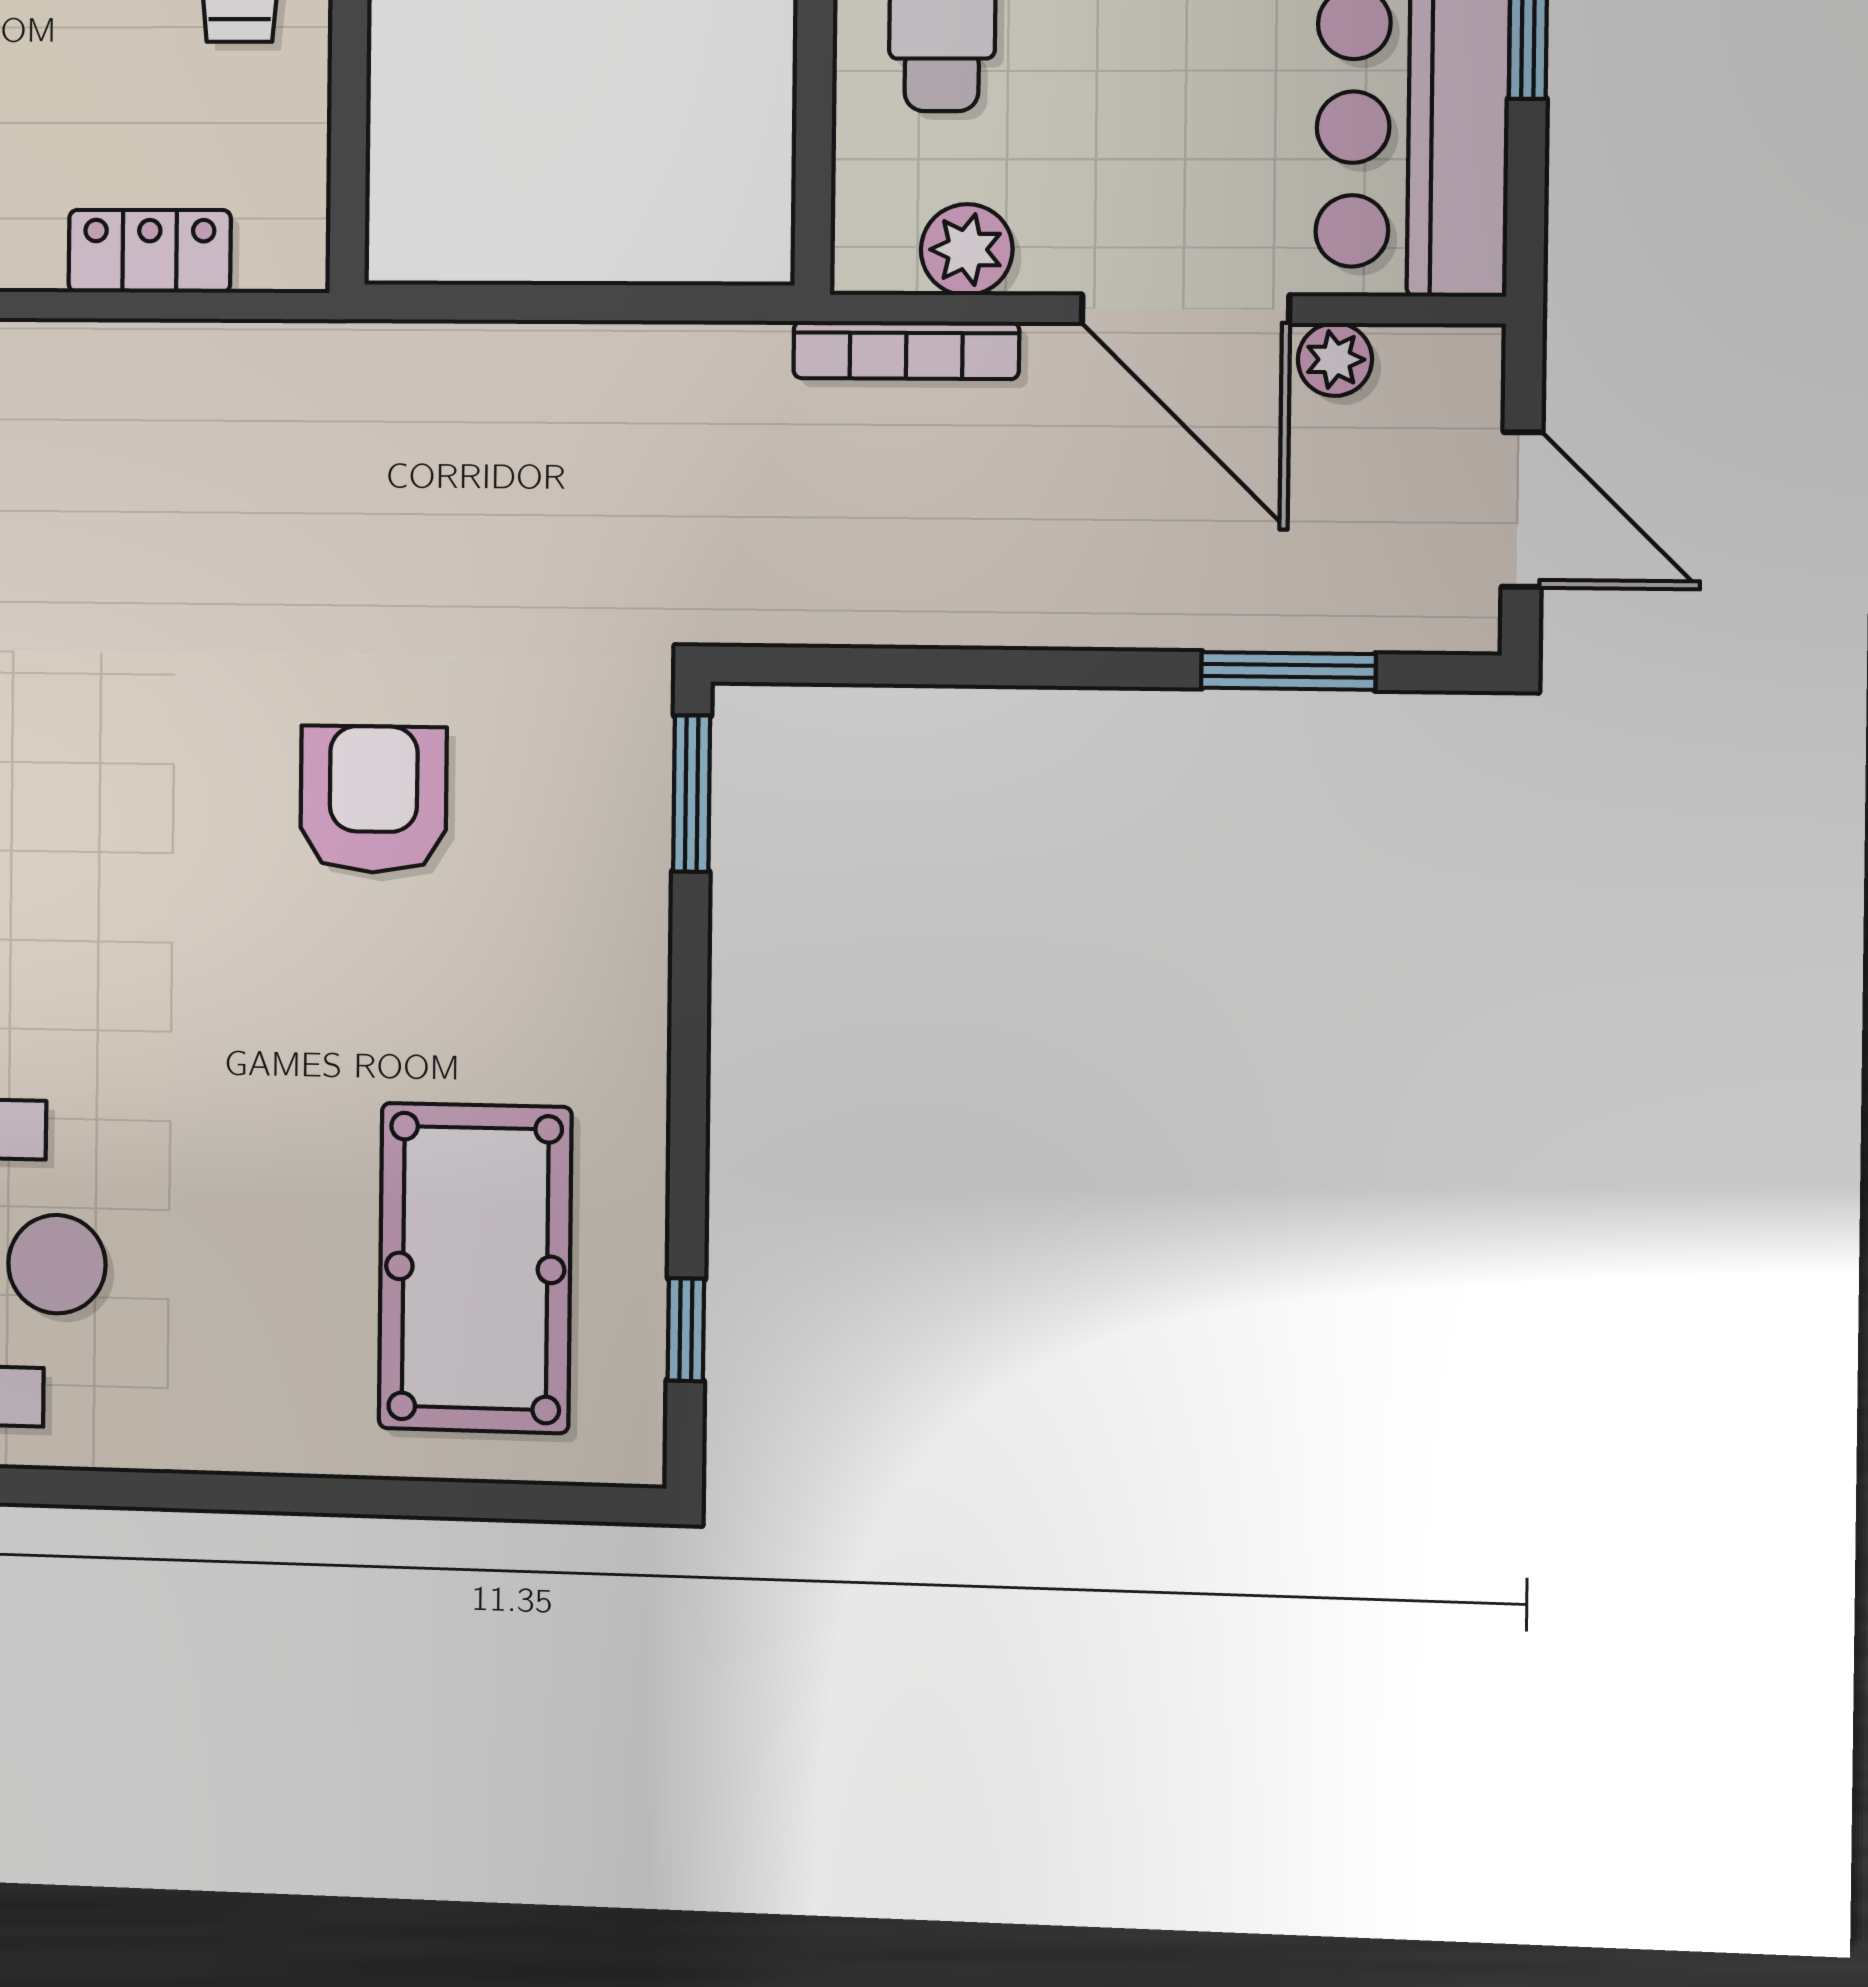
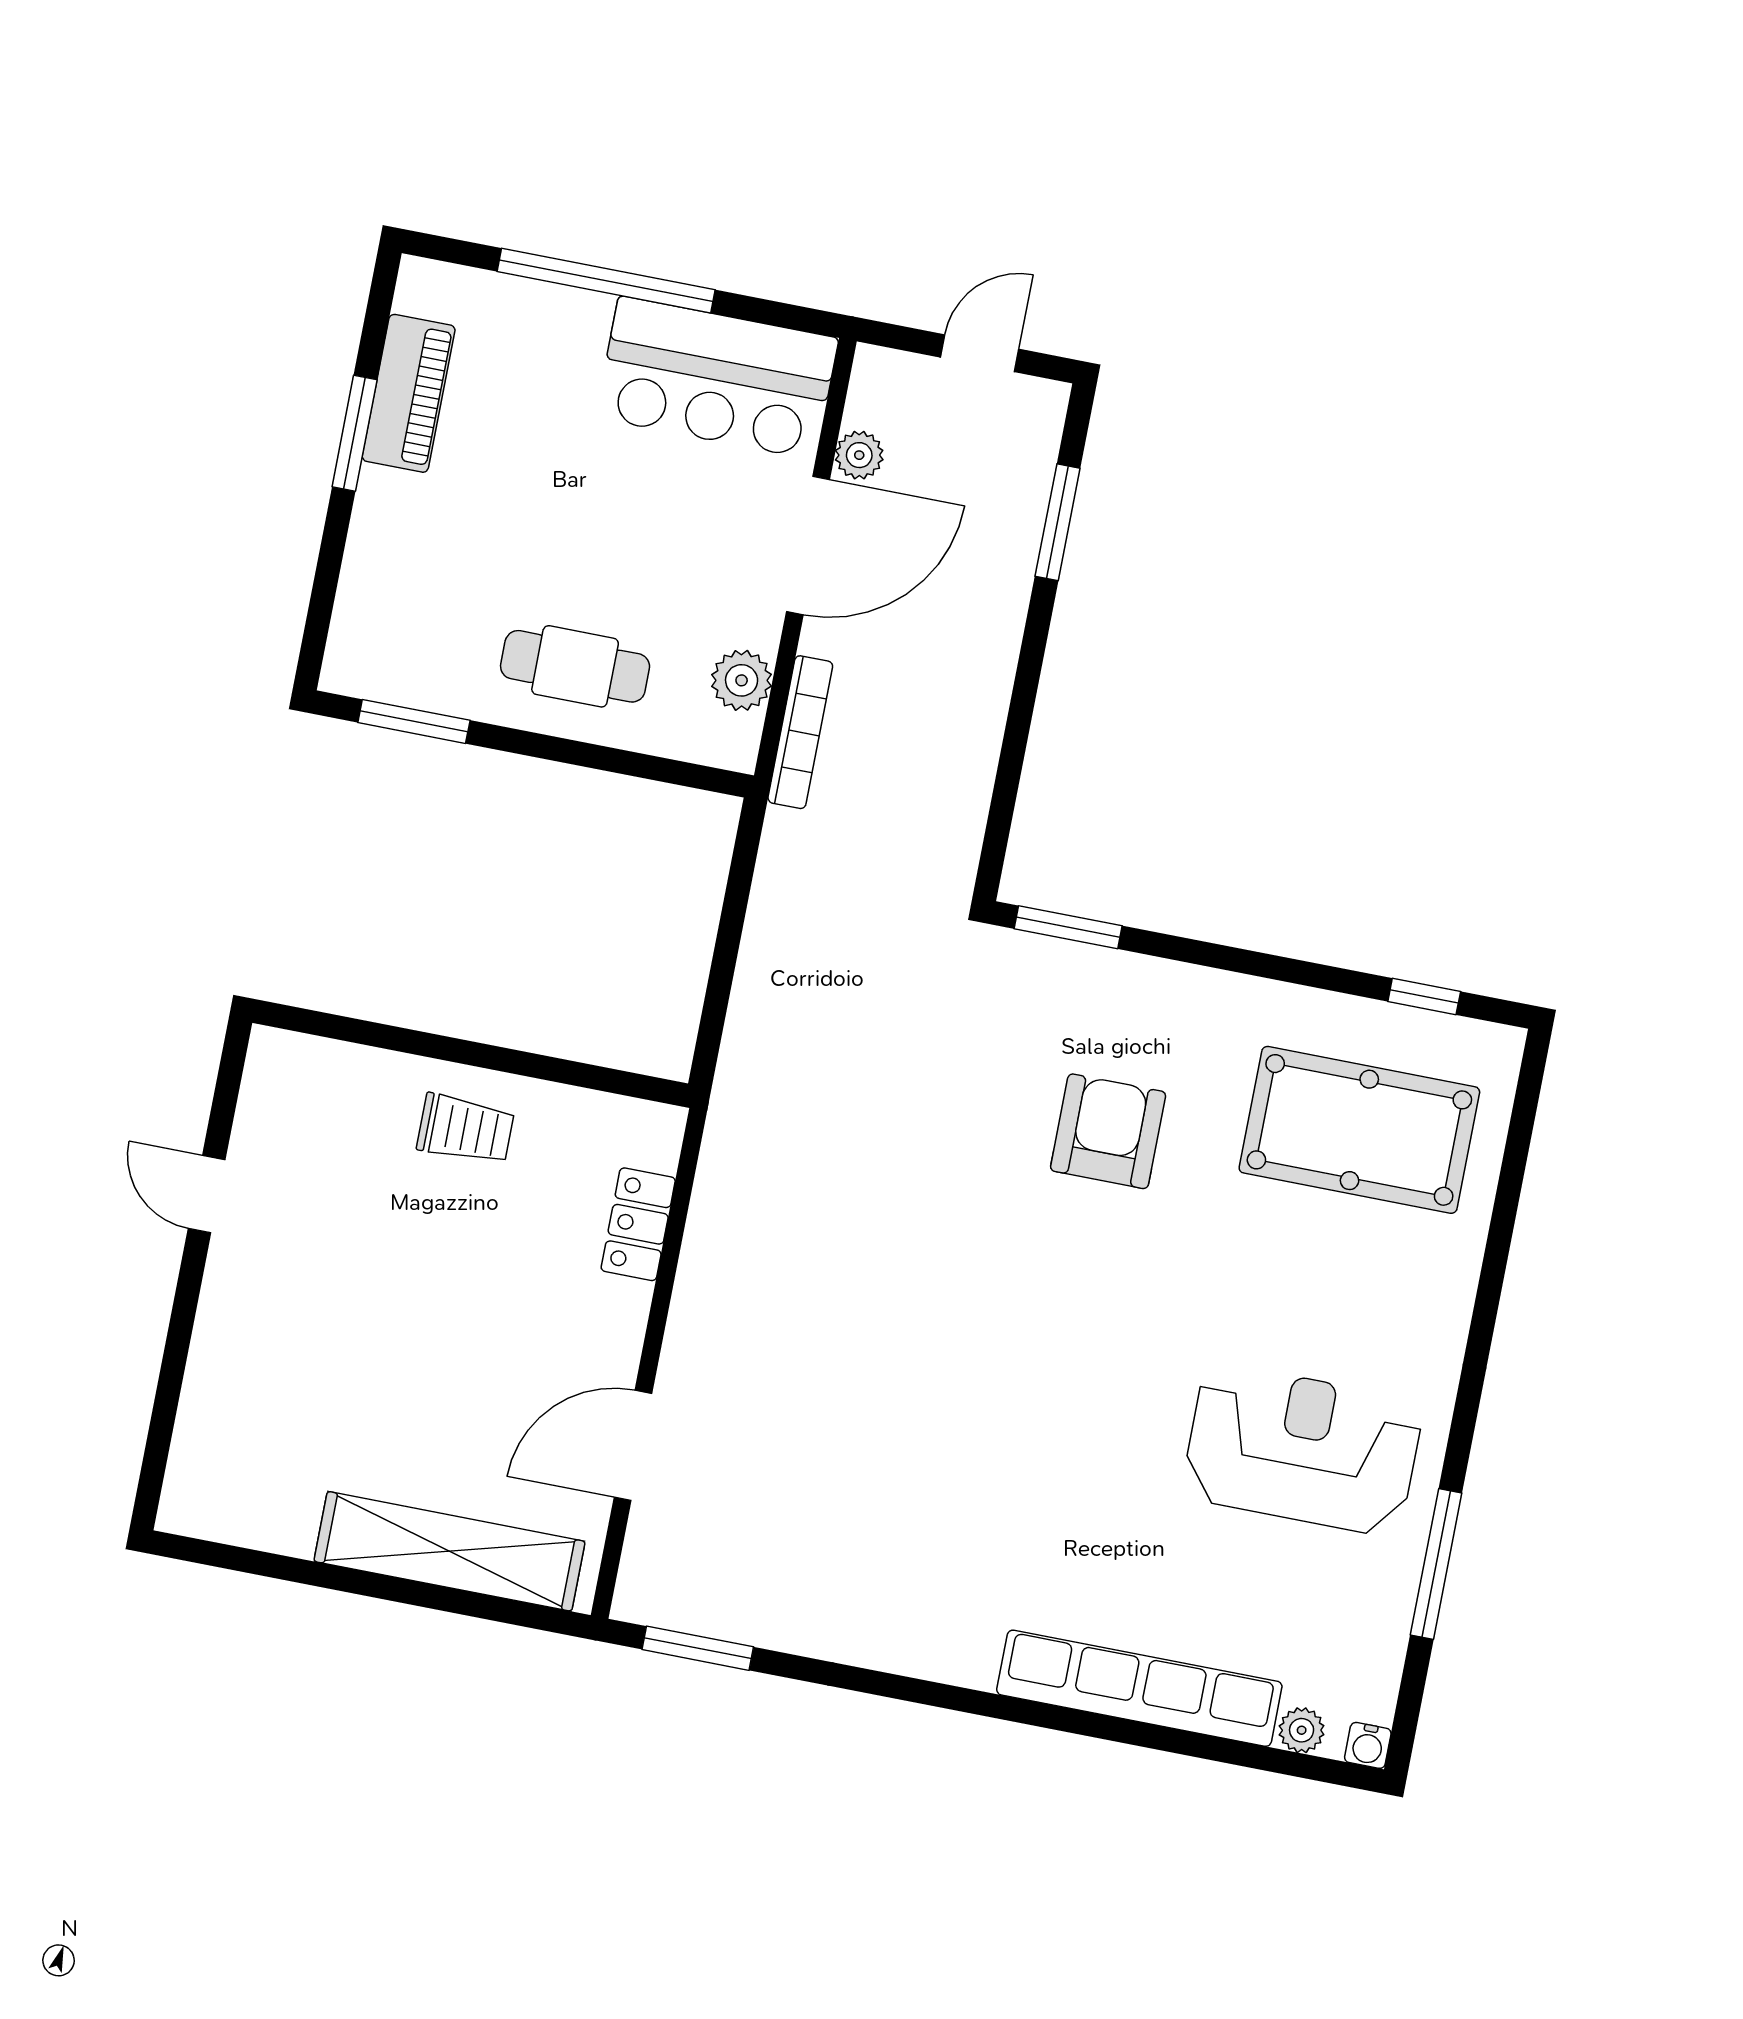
door: (1522, 509) -> (980, 353), width x0.73
armchair: (373, 799) -> (1108, 1131), moved, turned 90

